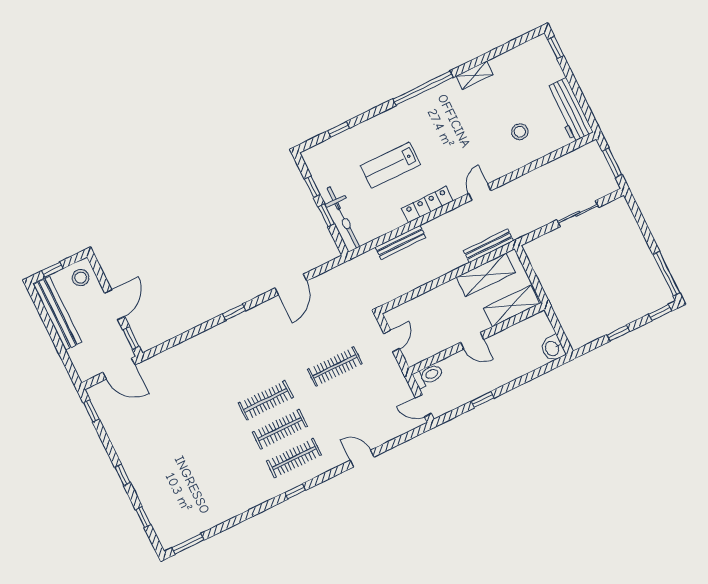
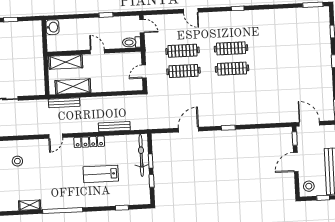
lab bench: (391, 165) -> (101, 174), turned 180
clothes rail: (294, 458) -> (182, 51), moved

